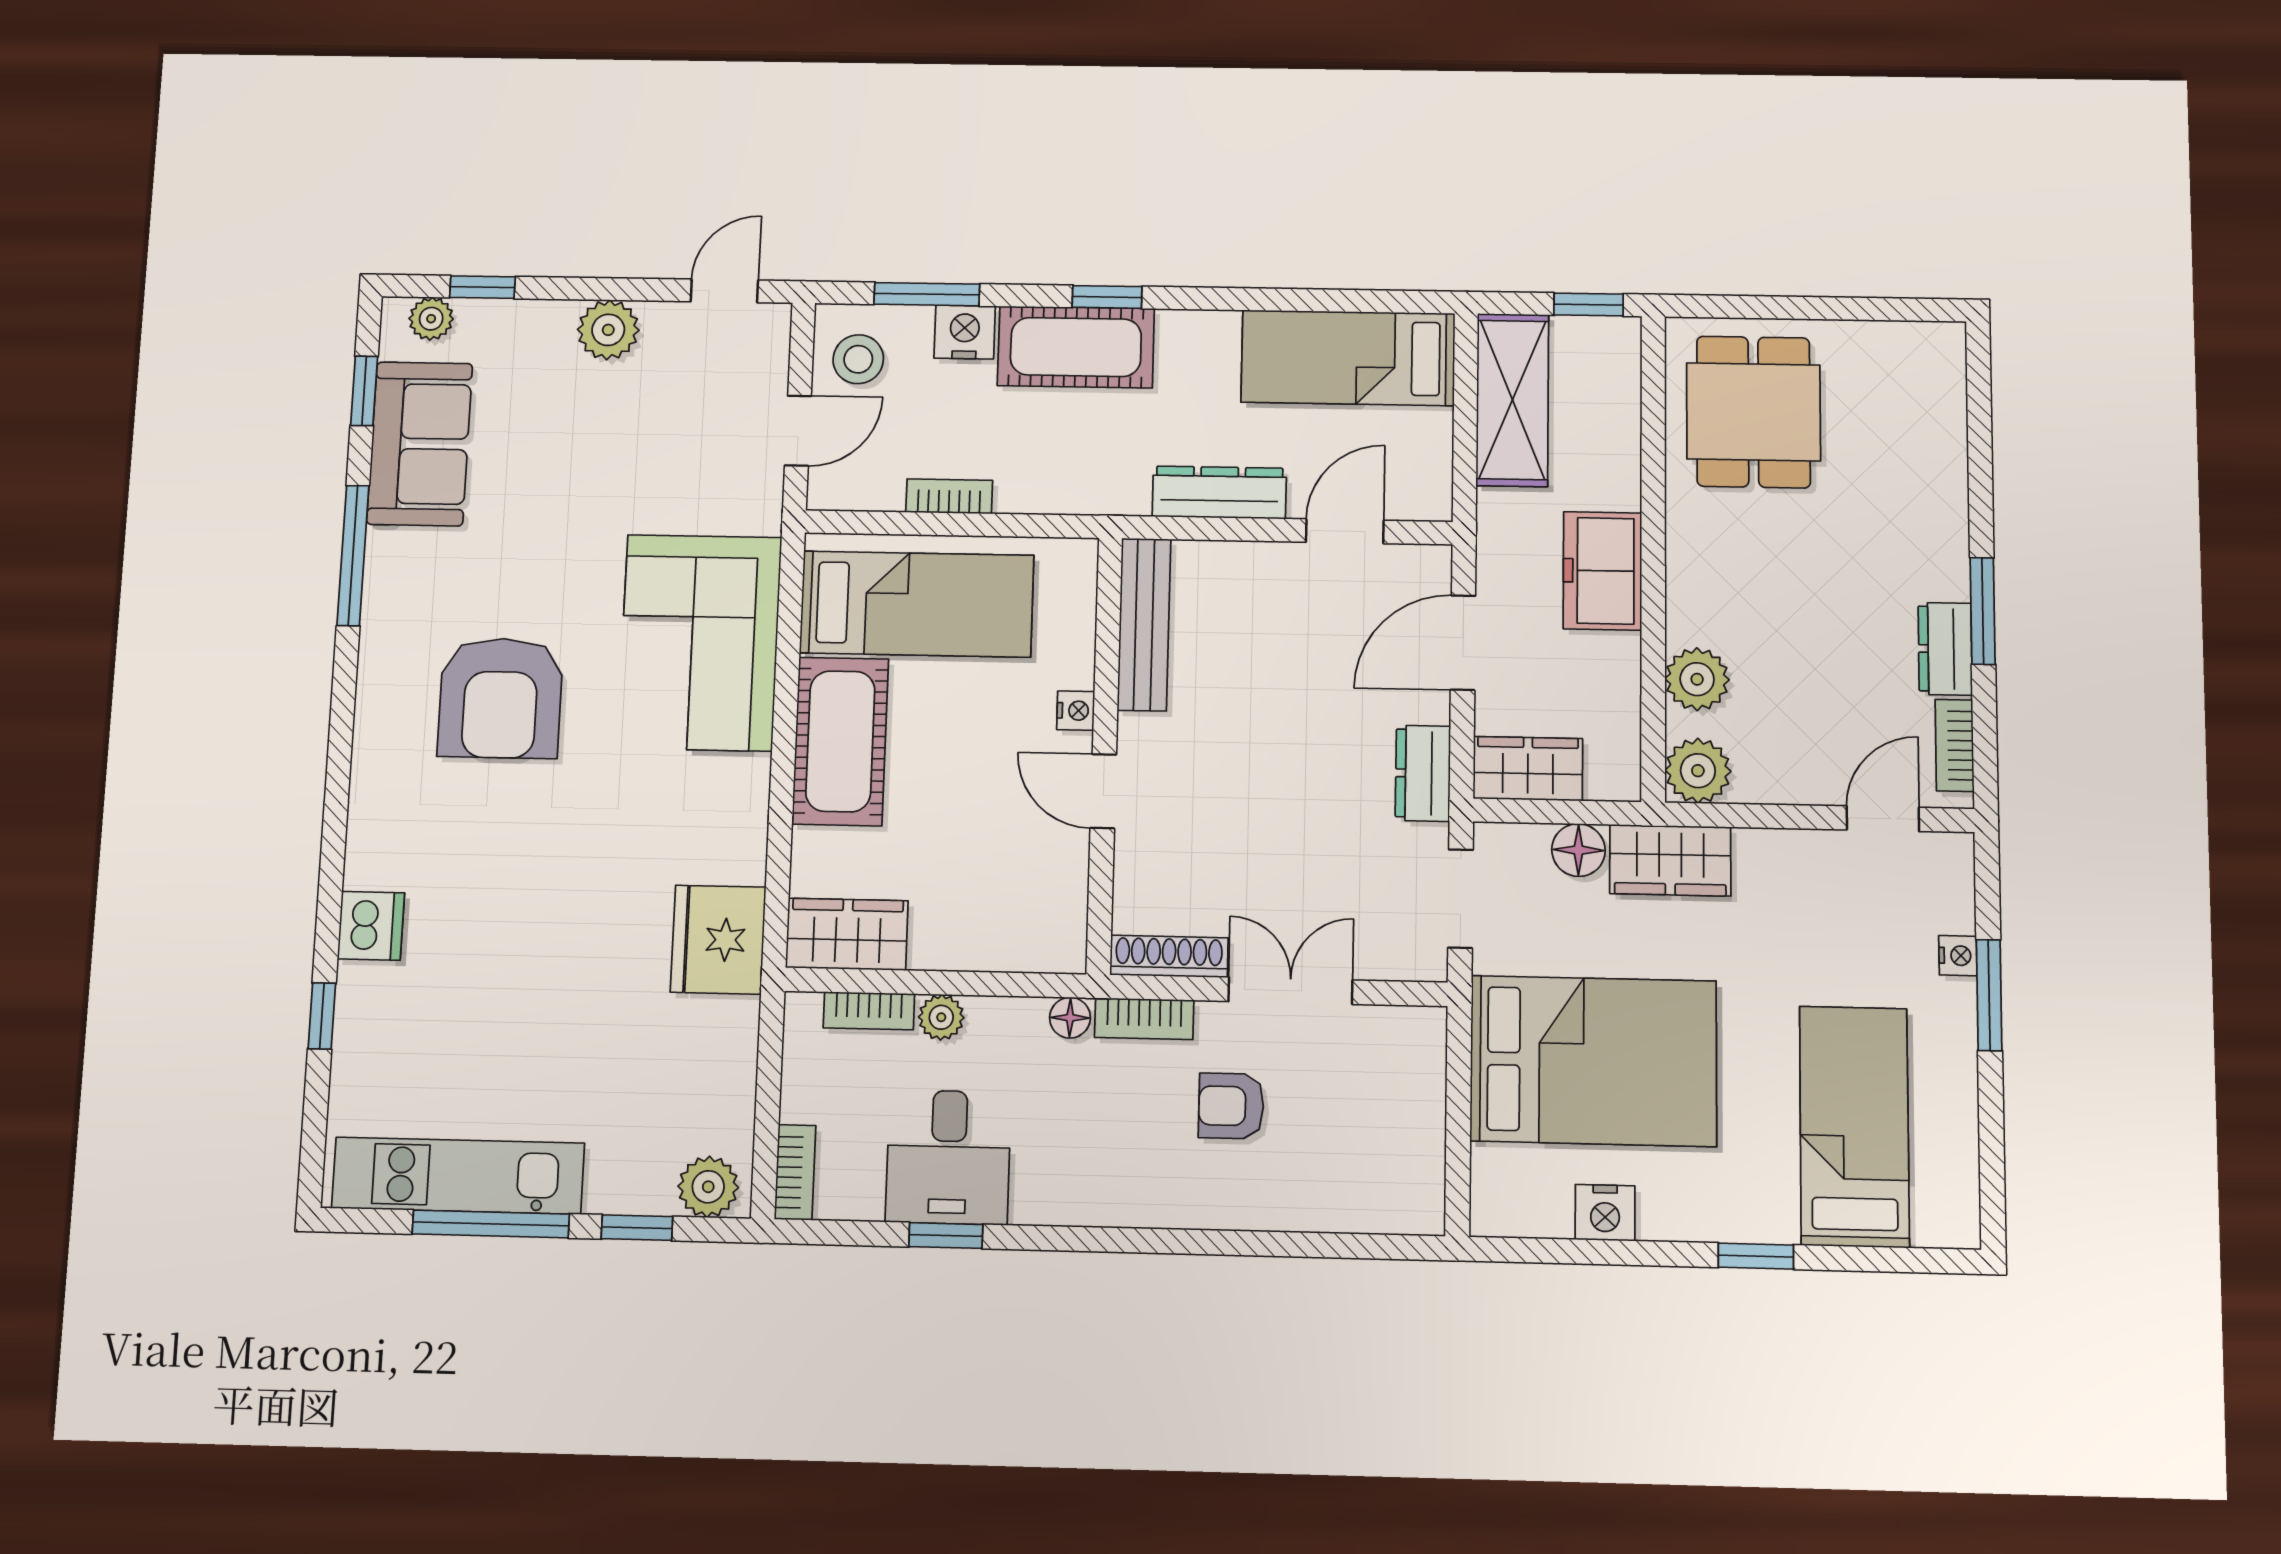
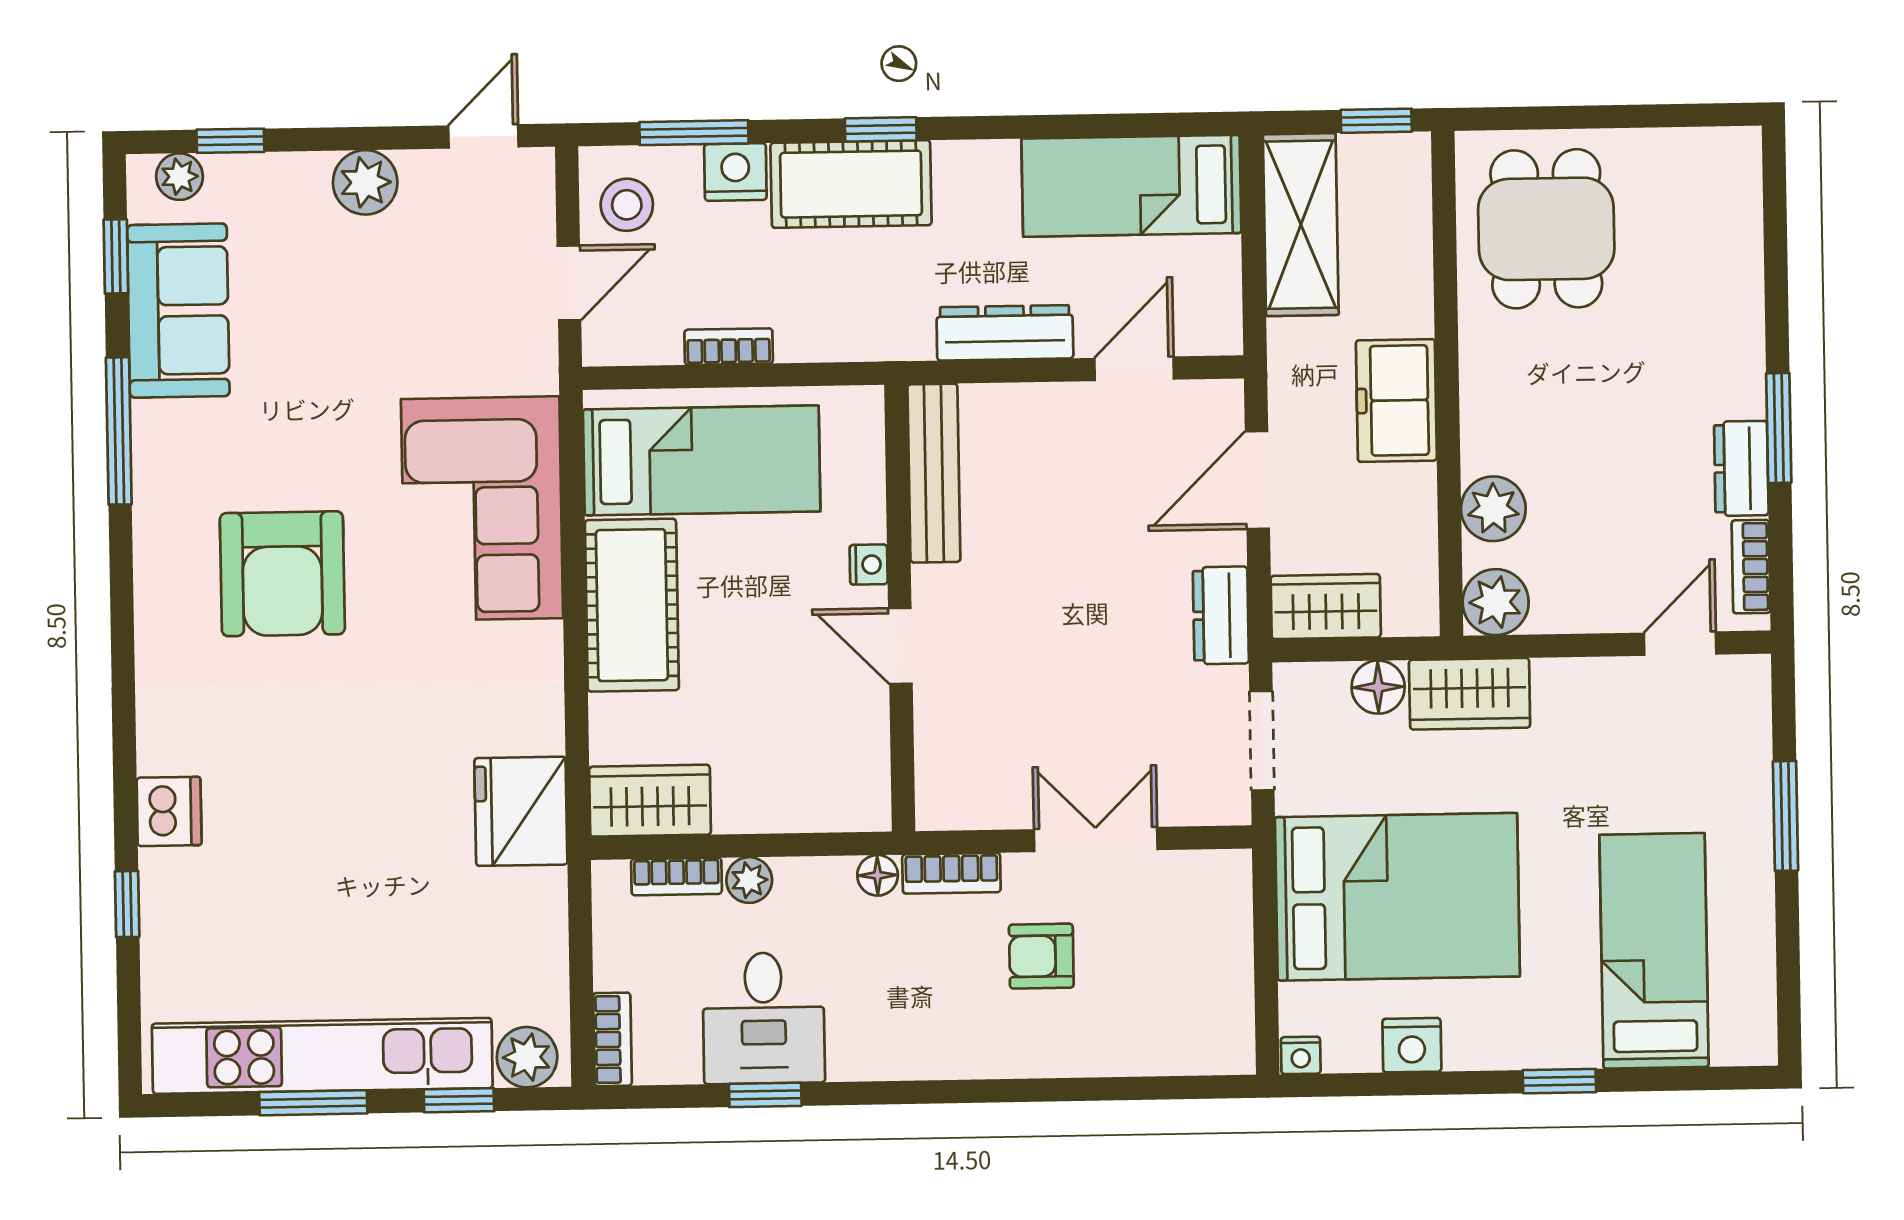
shoe rack: (1169, 956) -> (973, 810), removed
nightstand: (1958, 956) -> (1301, 1055), moved, turned 90
kitchen unit: (458, 1176) -> (322, 1056), width x1.36
window: (491, 1224) -> (313, 1103), width x0.69

